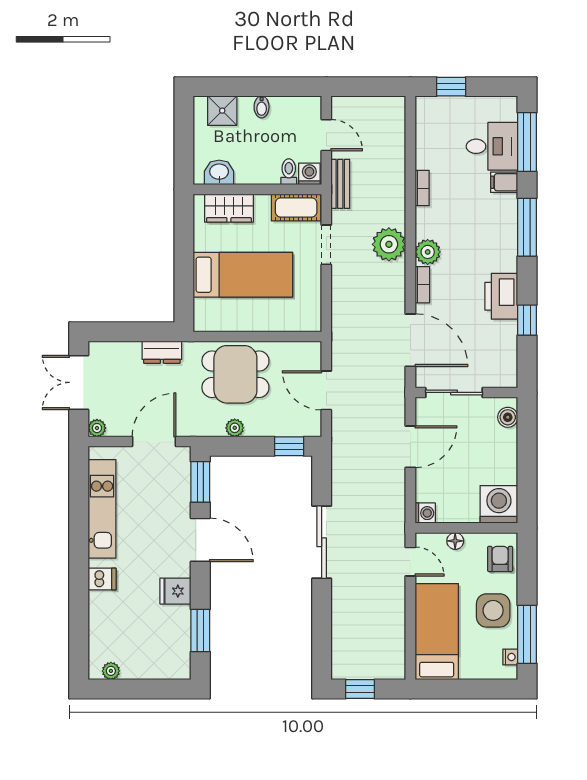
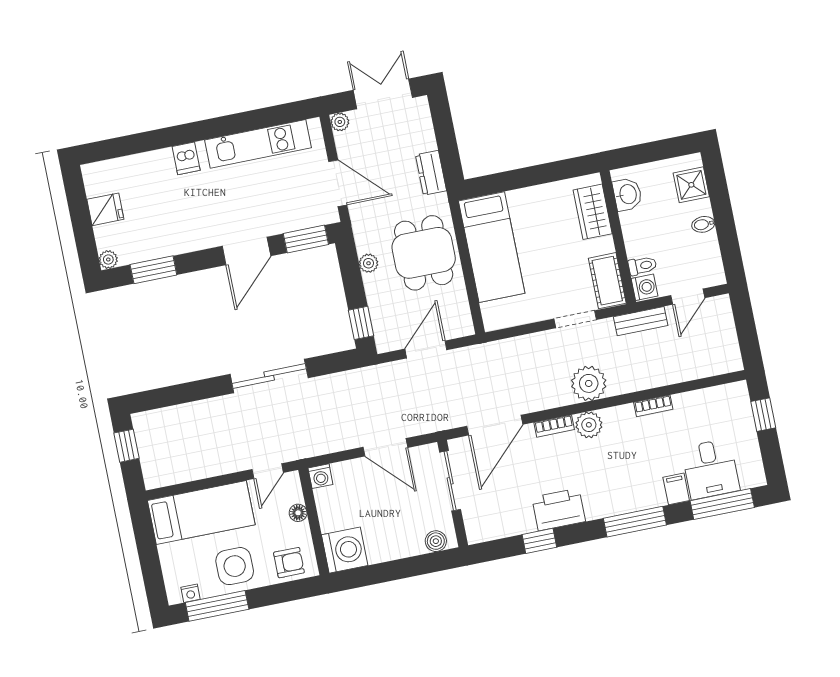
bed: (243, 275) -> (492, 247), moved
fridge: (175, 591) -> (105, 209), moved, turned 90
plant: (111, 671) -> (108, 260), moved

